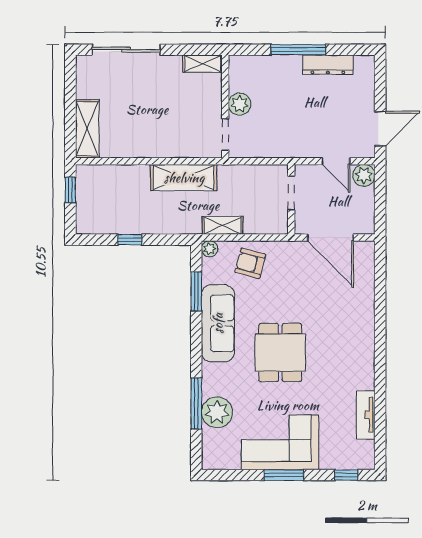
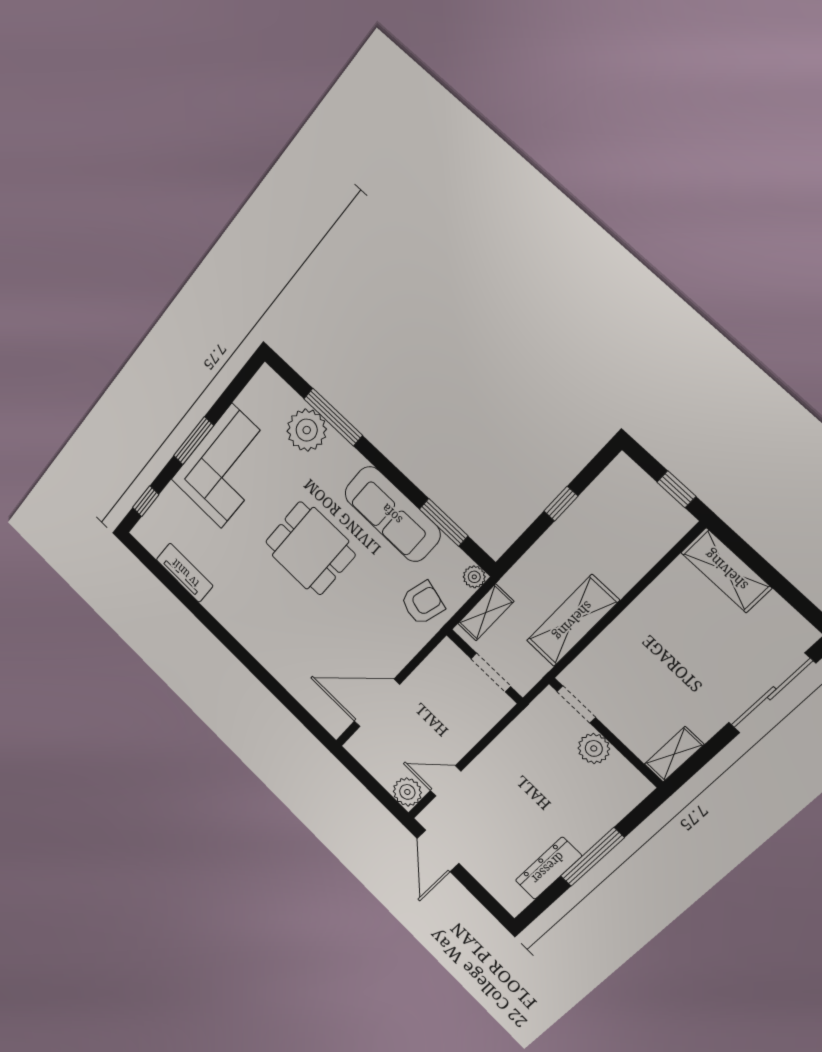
doorway: (291, 193) -> (491, 673), moved
wall: (291, 199) -> (484, 666), moved

